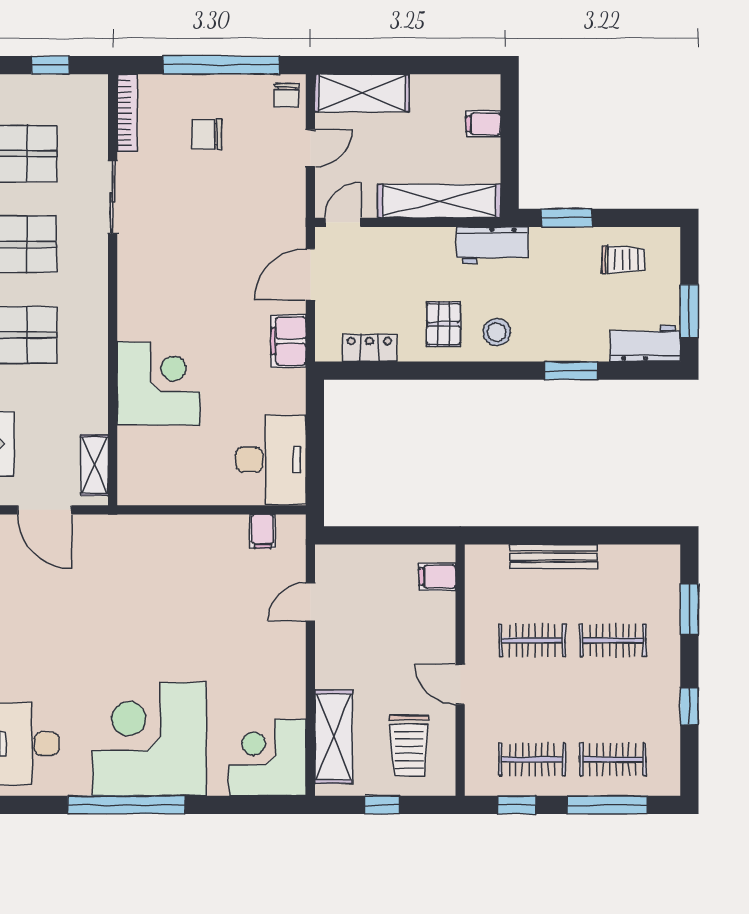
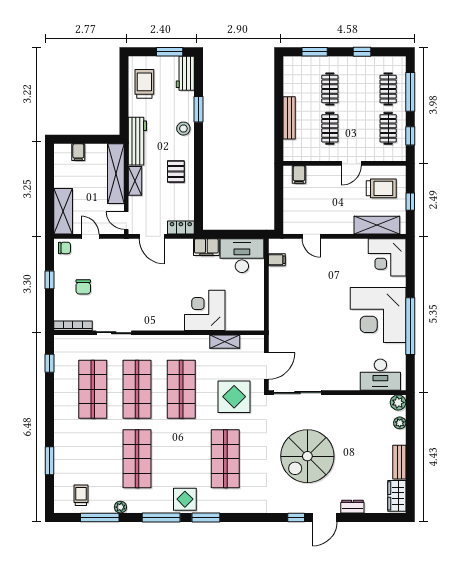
window: (221, 65) -> (50, 280), width x0.32
window: (567, 218) -> (124, 112), removed
shelving: (424, 240) -> (135, 181), added
workbench: (492, 245) -> (137, 141), width x1.38
trolley: (623, 260) -> (144, 84), width x1.36, depth x1.39
pallet: (444, 324) -> (176, 171), turned 90
stool: (497, 332) -> (183, 129), moved
filing cabinet: (289, 341) -> (206, 247), moved
locker: (370, 348) -> (181, 228), moved, turned 90
shelving: (94, 465) -> (225, 342), moved

